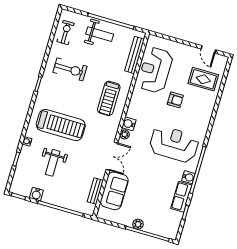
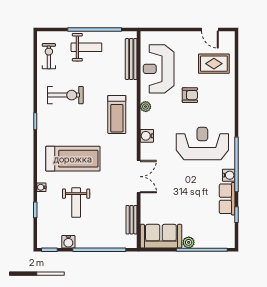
plant: (125, 134) -> (146, 107), moved
sofa: (114, 191) -> (161, 236), moved, turned -90

